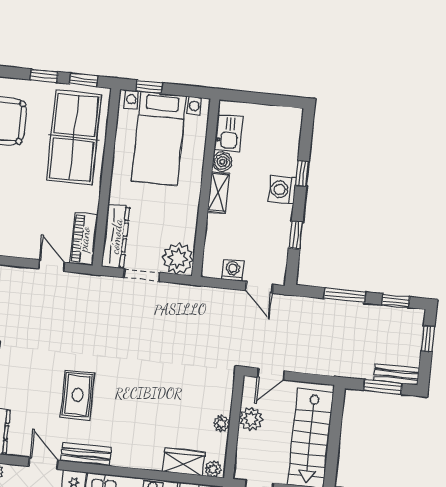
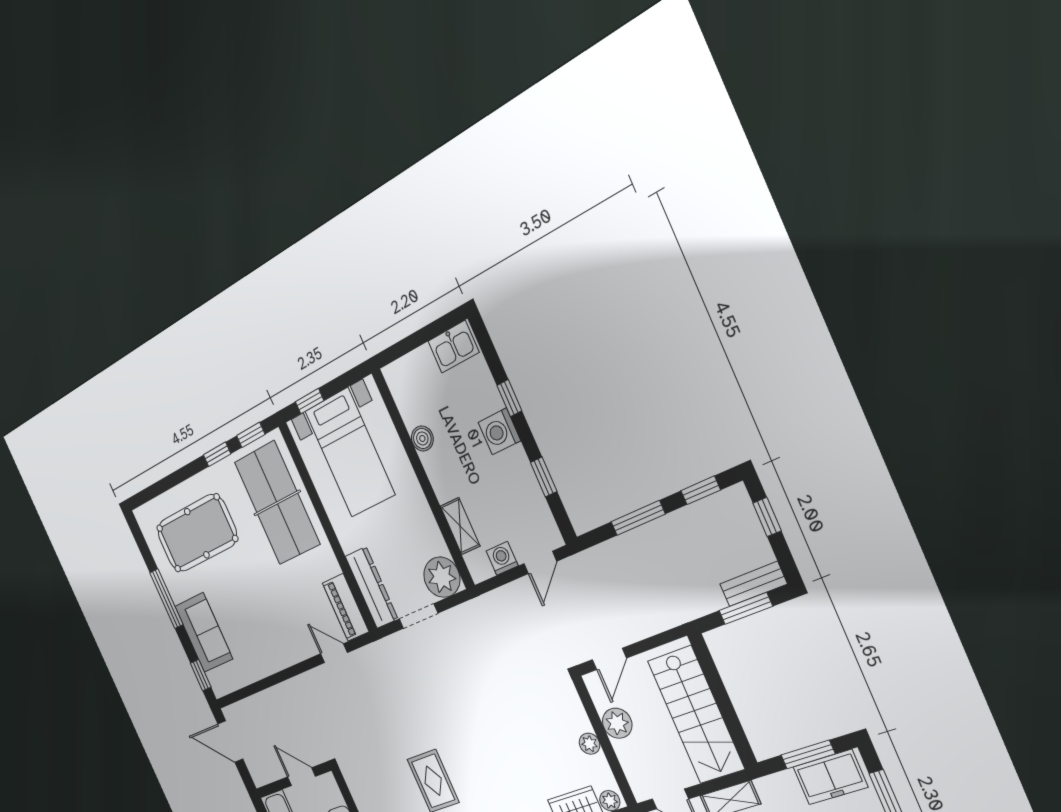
kitchen sink: (228, 133) -> (453, 347), moved, turned 90
shelving: (218, 193) -> (460, 526), moved
door: (259, 287) -> (540, 562), hinge flipped

